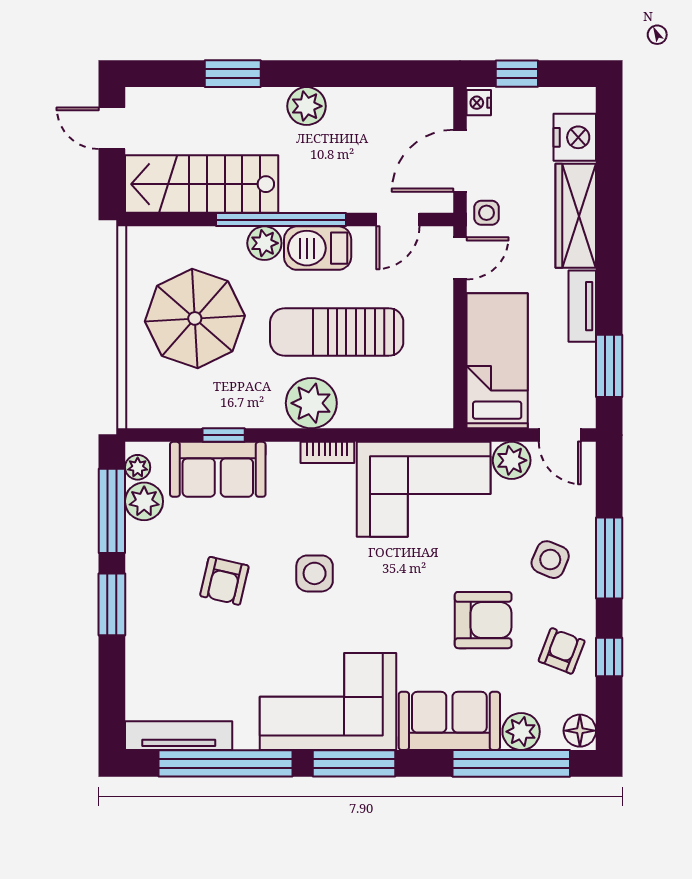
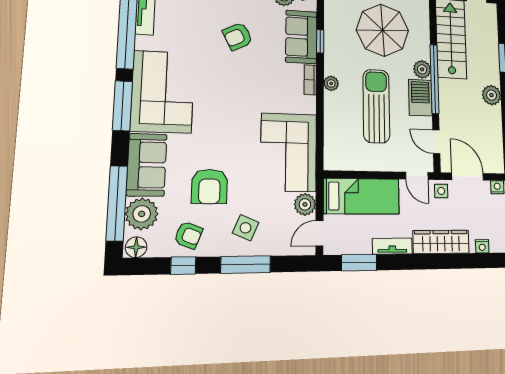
nightstand: (575, 137) -> (482, 246), width x0.53, depth x0.56
plant: (311, 403) -> (331, 83), width x0.53, depth x0.53
bookcase: (327, 452) -> (310, 80), moved
side table: (315, 573) -> (241, 88), removed
armchair: (224, 581) -> (238, 36), turned -40
plant: (521, 732) -> (142, 214), width x1.36, depth x1.36

